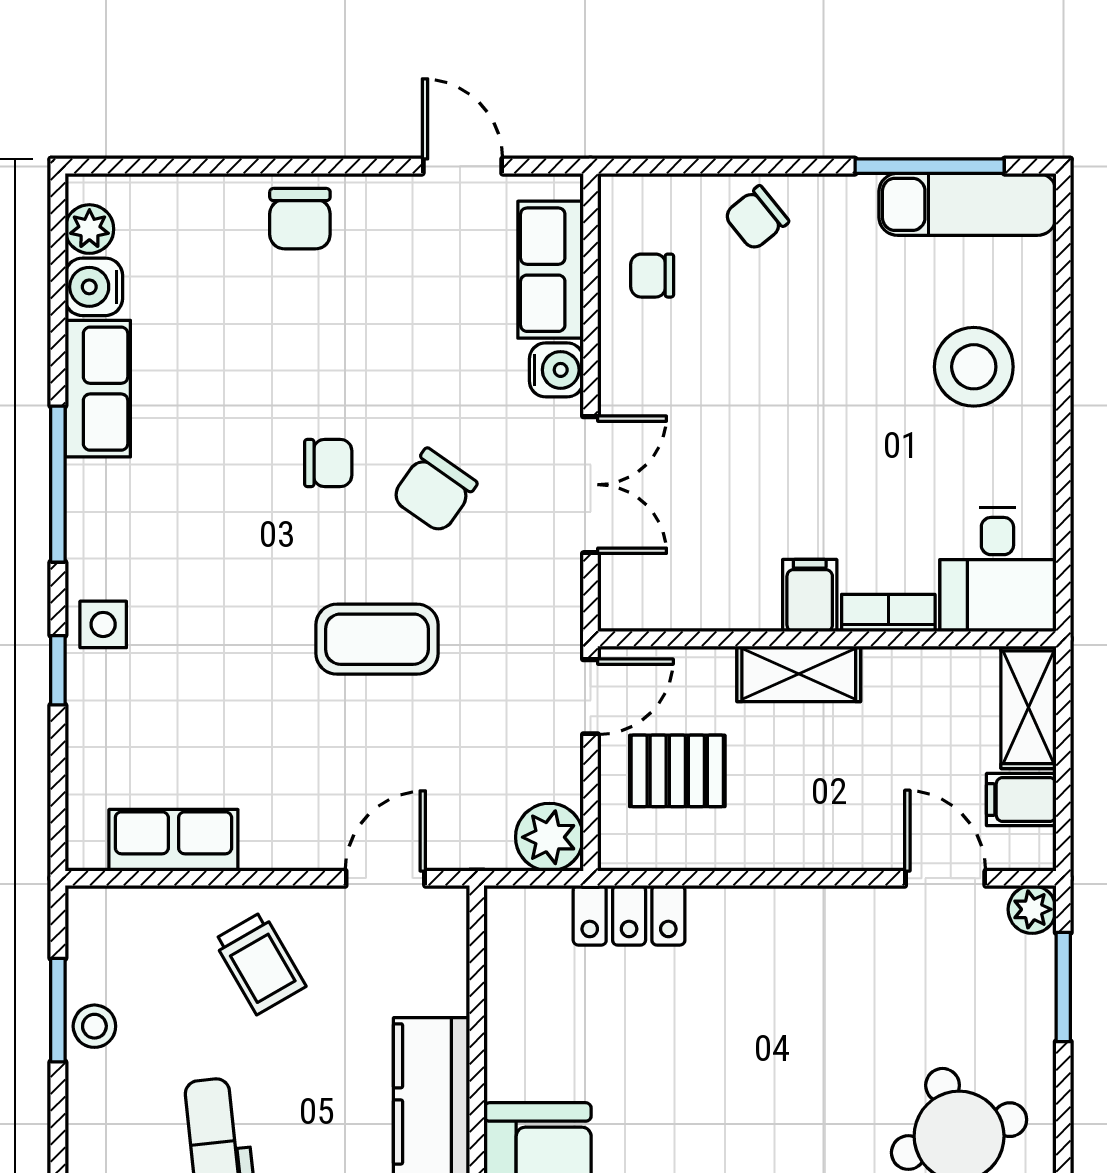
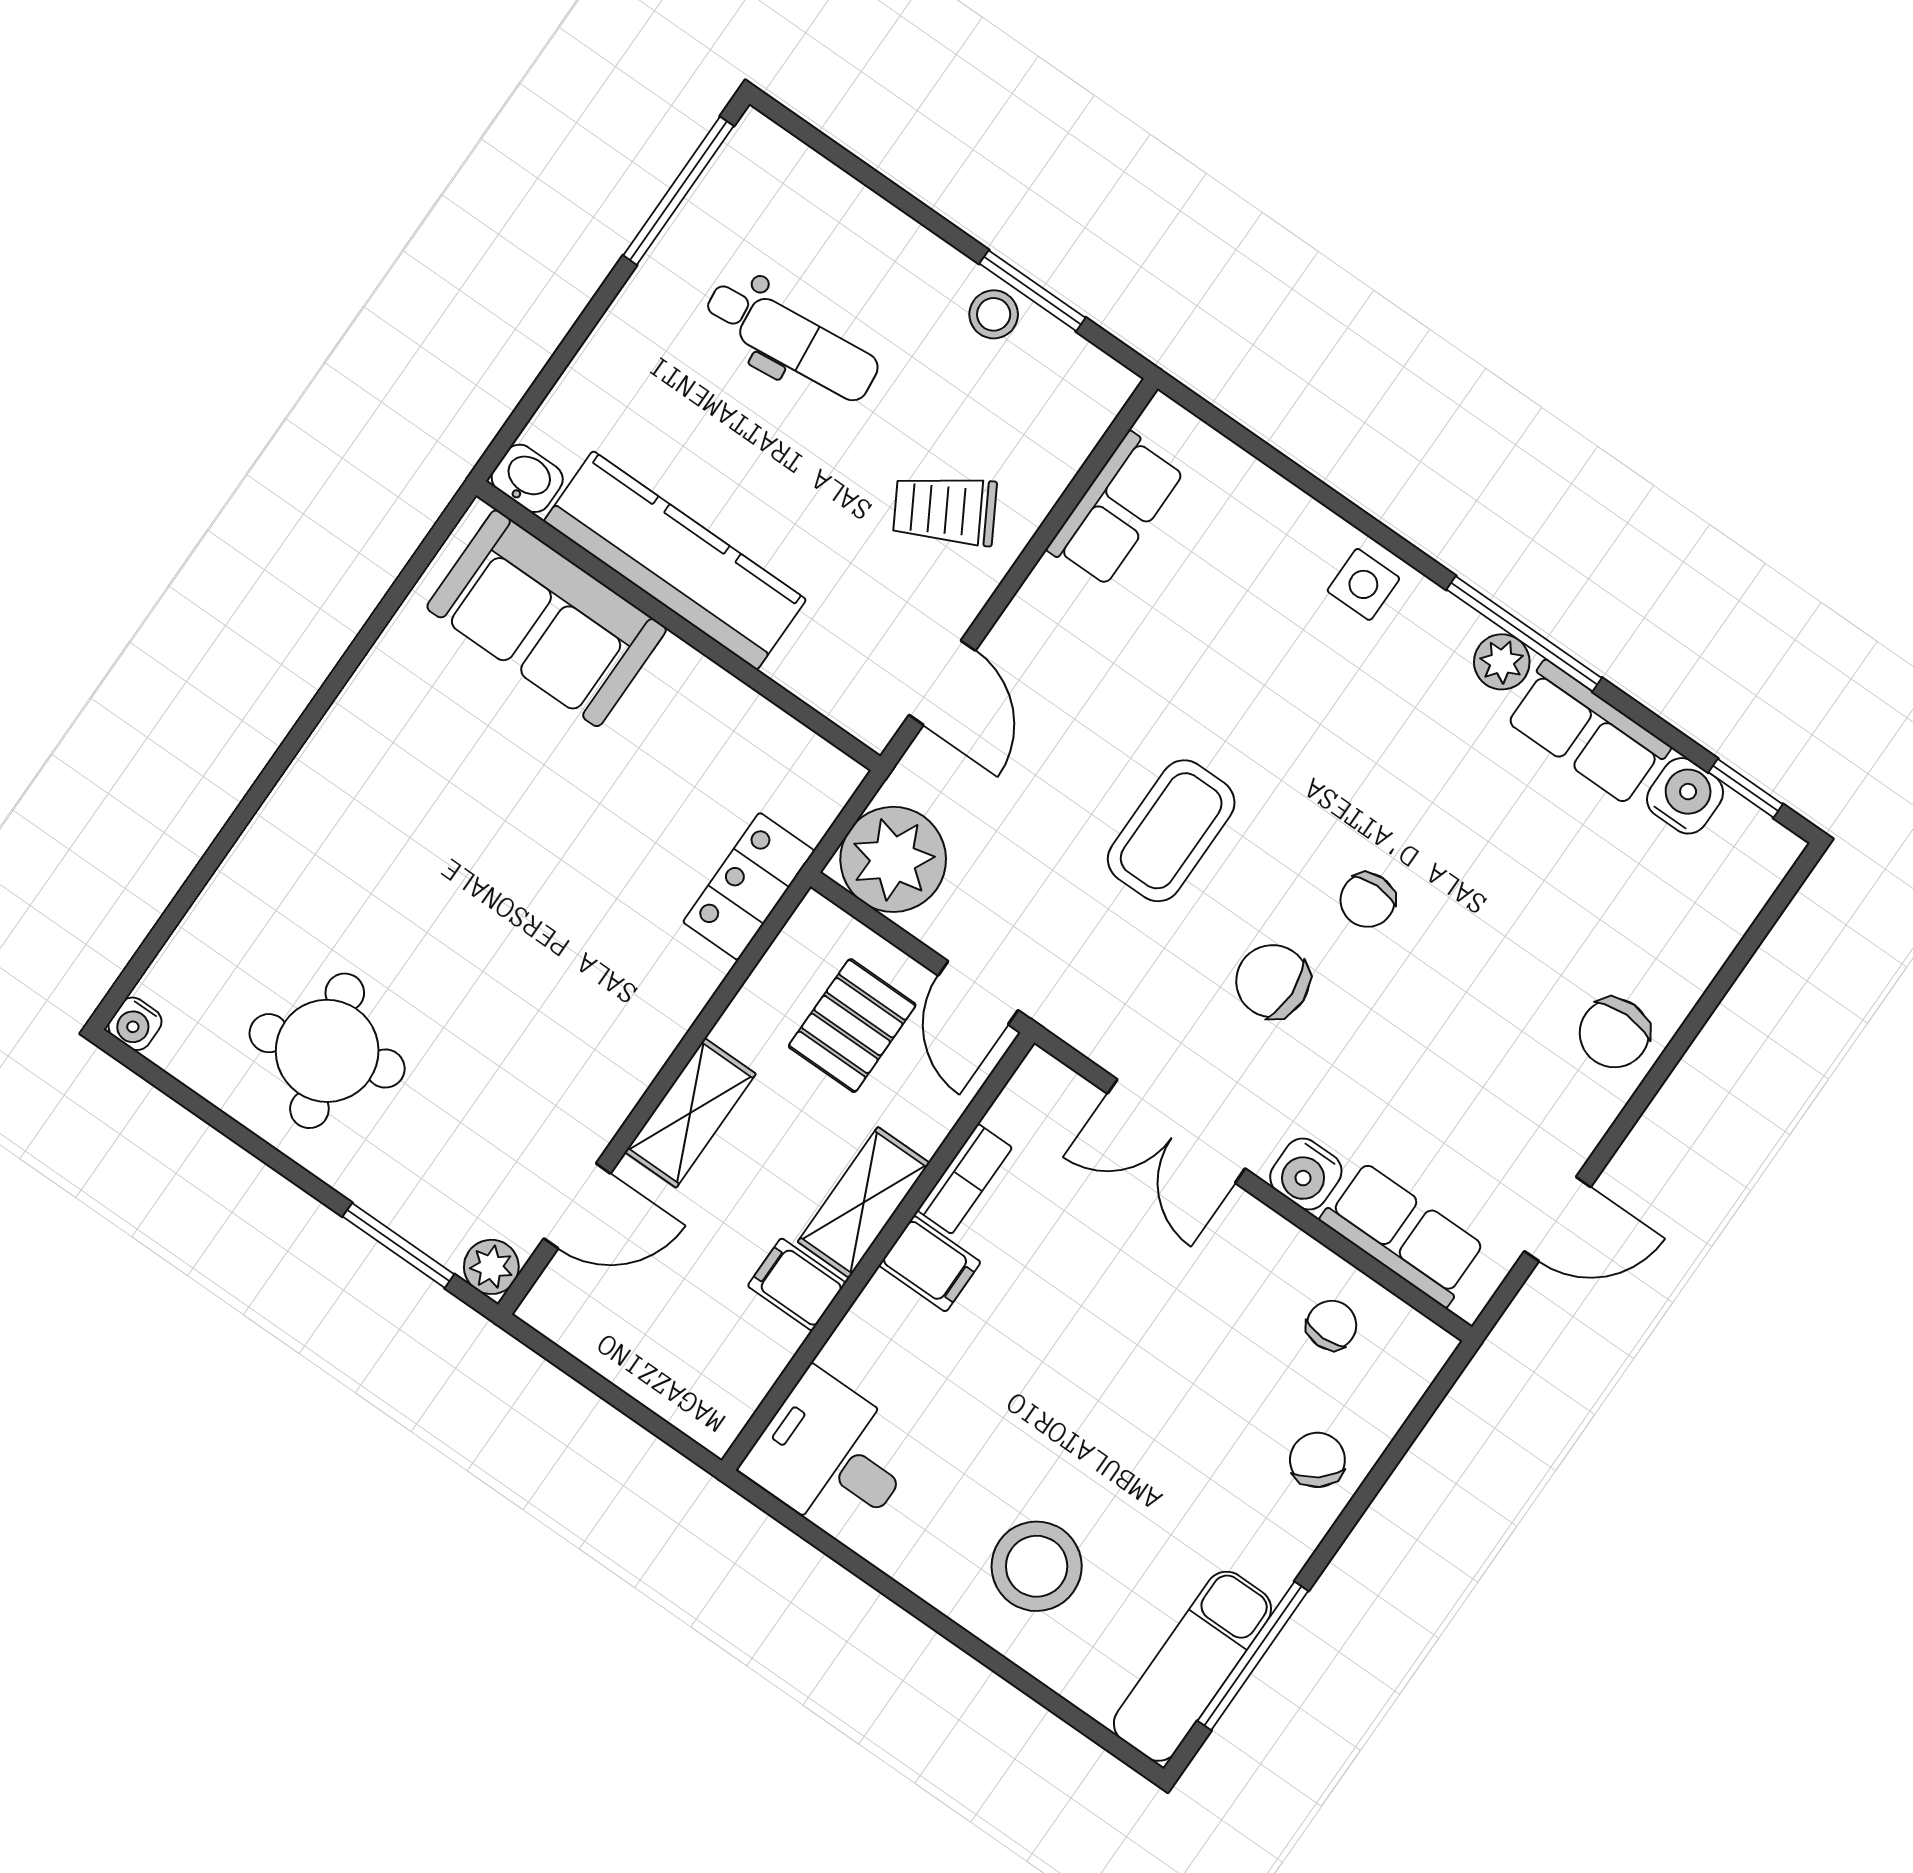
chair: (300, 219) -> (1614, 1033), turned -90
plant: (89, 229) -> (1502, 662), moved
chair: (434, 491) -> (1273, 981), turned -37
bookcase: (888, 613) -> (965, 1179), moved
window: (58, 670) -> (1746, 788), moved
shelving: (1029, 707) -> (690, 1113), moved, turned 90
filing cabinet: (1021, 800) -> (797, 1284), moved, turned -90
plant: (549, 837) -> (893, 859), width x1.36, depth x1.36

